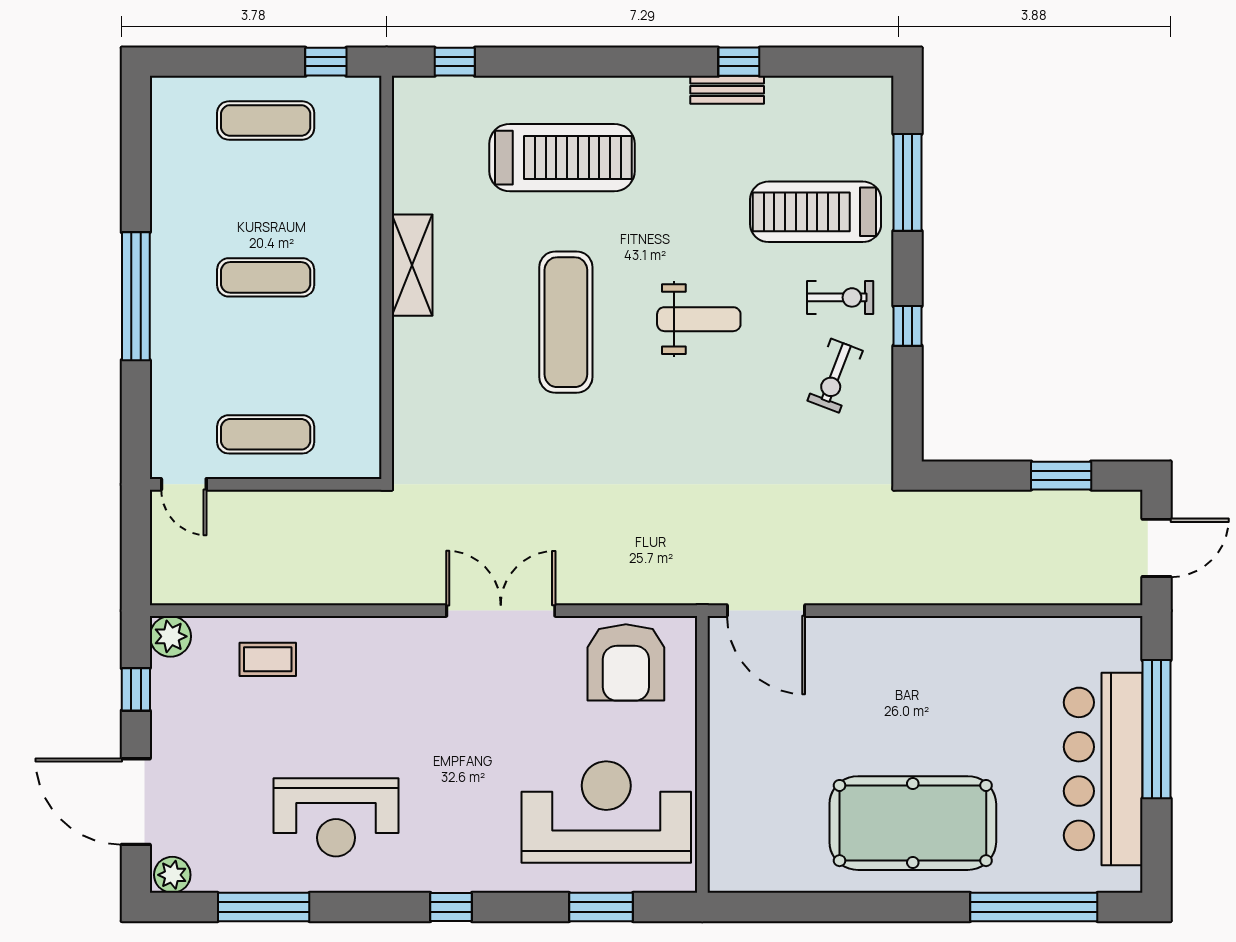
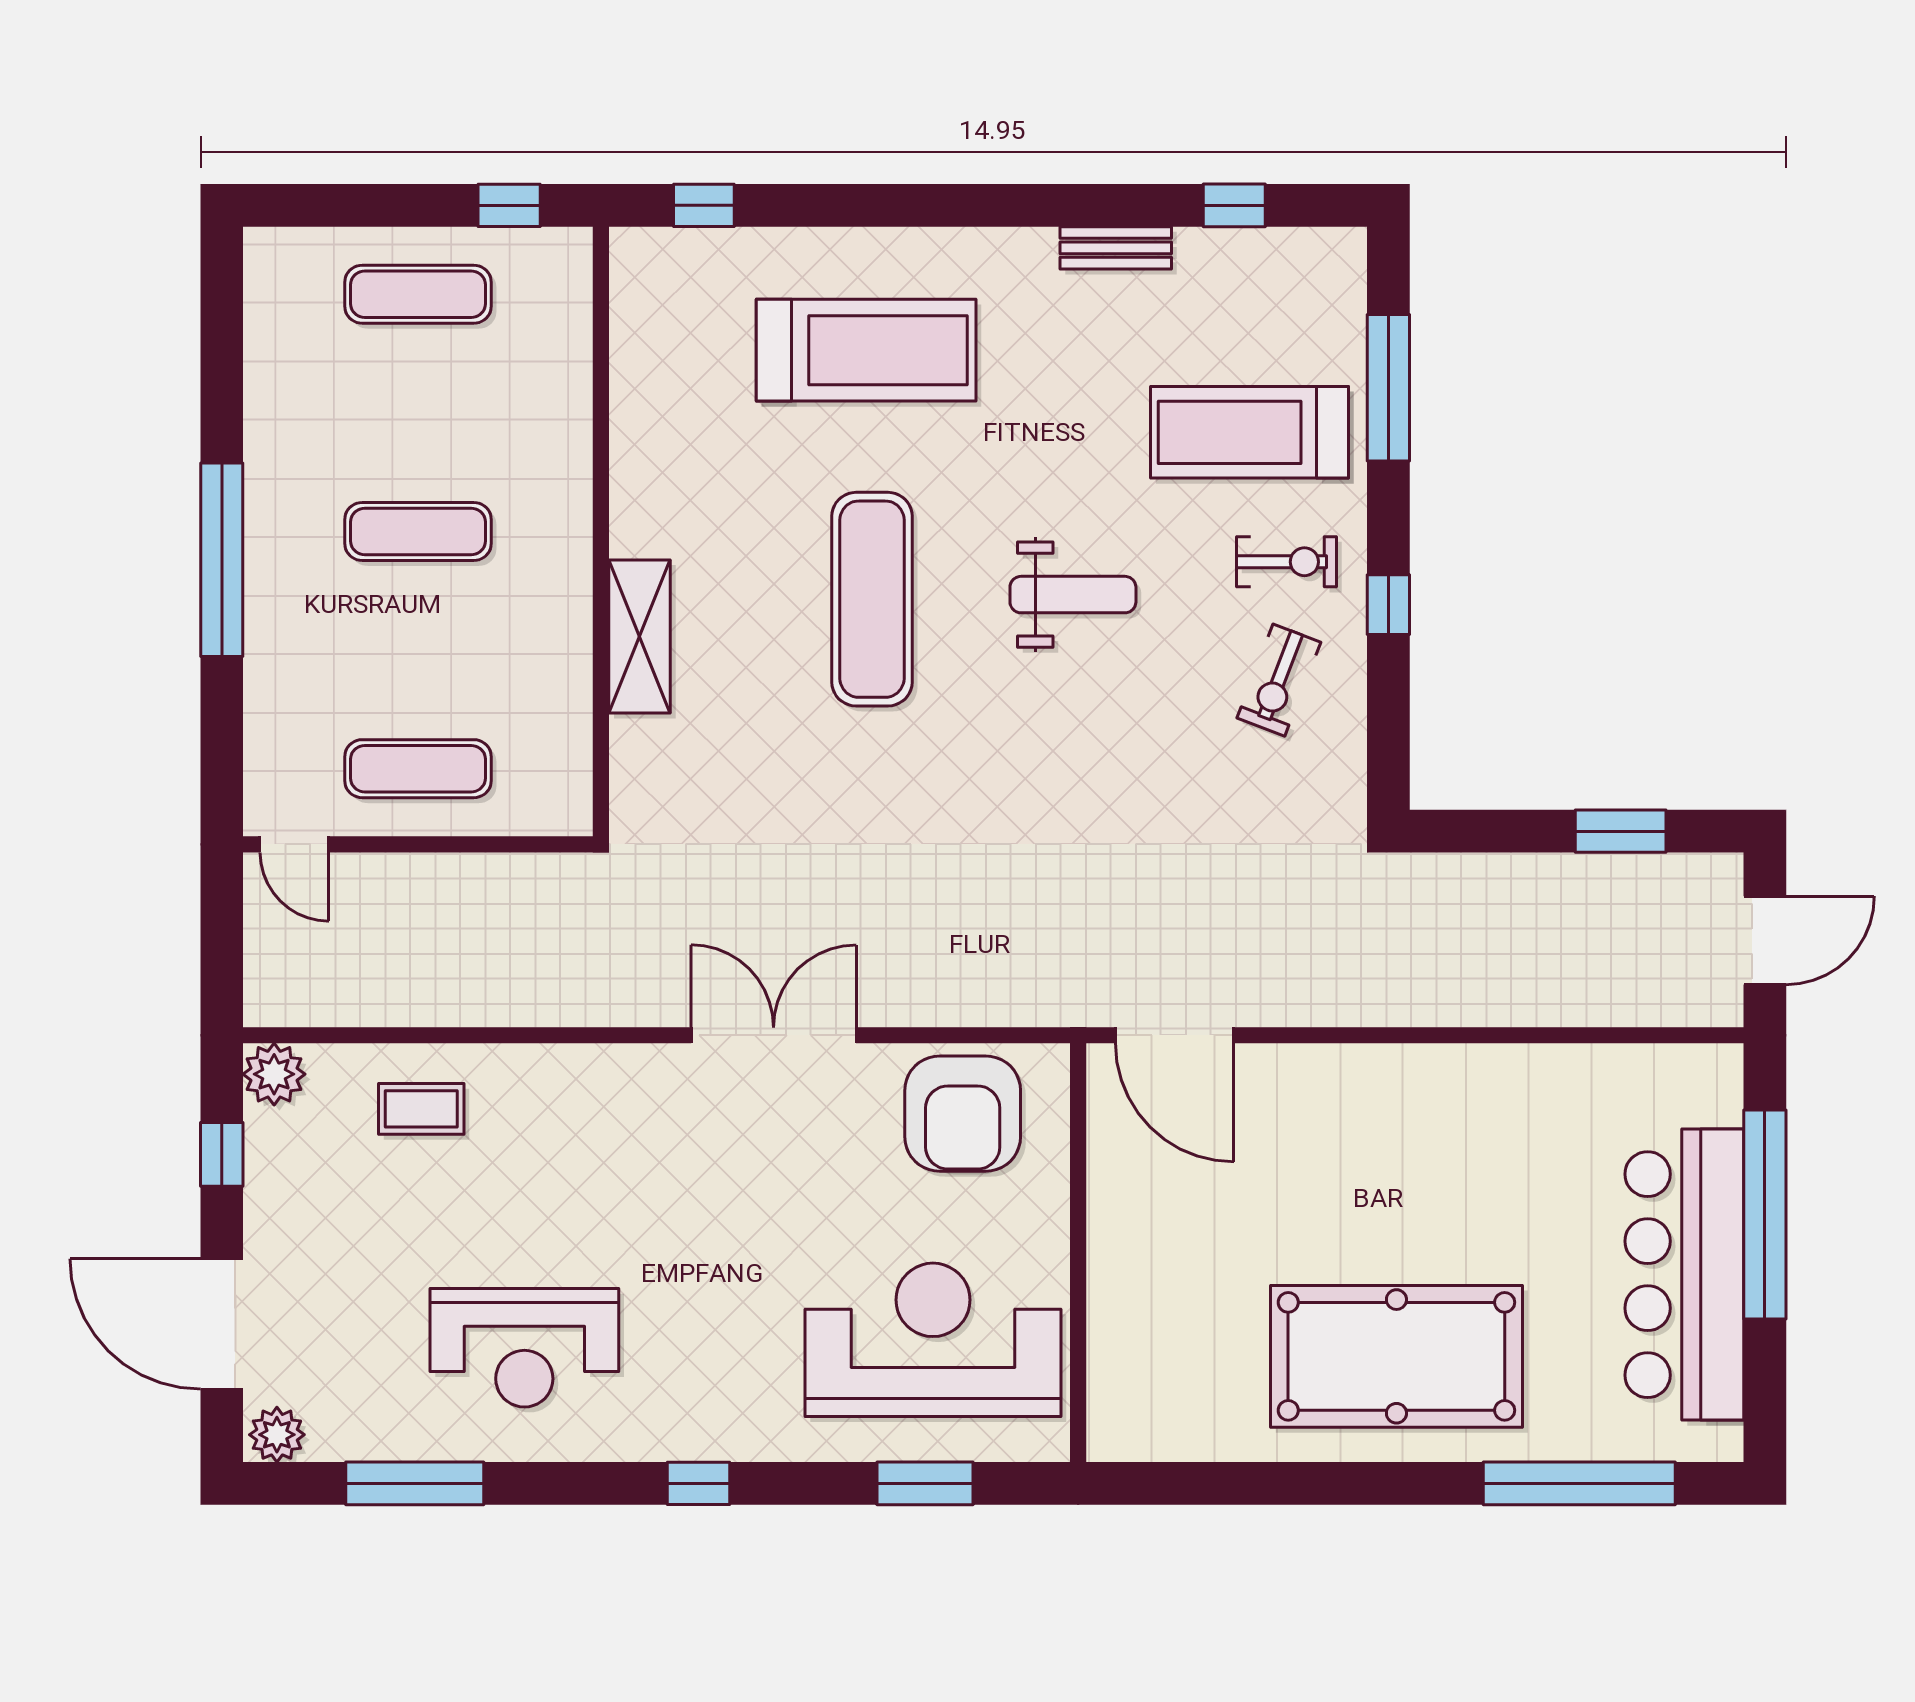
window: (739, 62) -> (1234, 205), moved
shelving: (412, 265) -> (640, 636), moved

